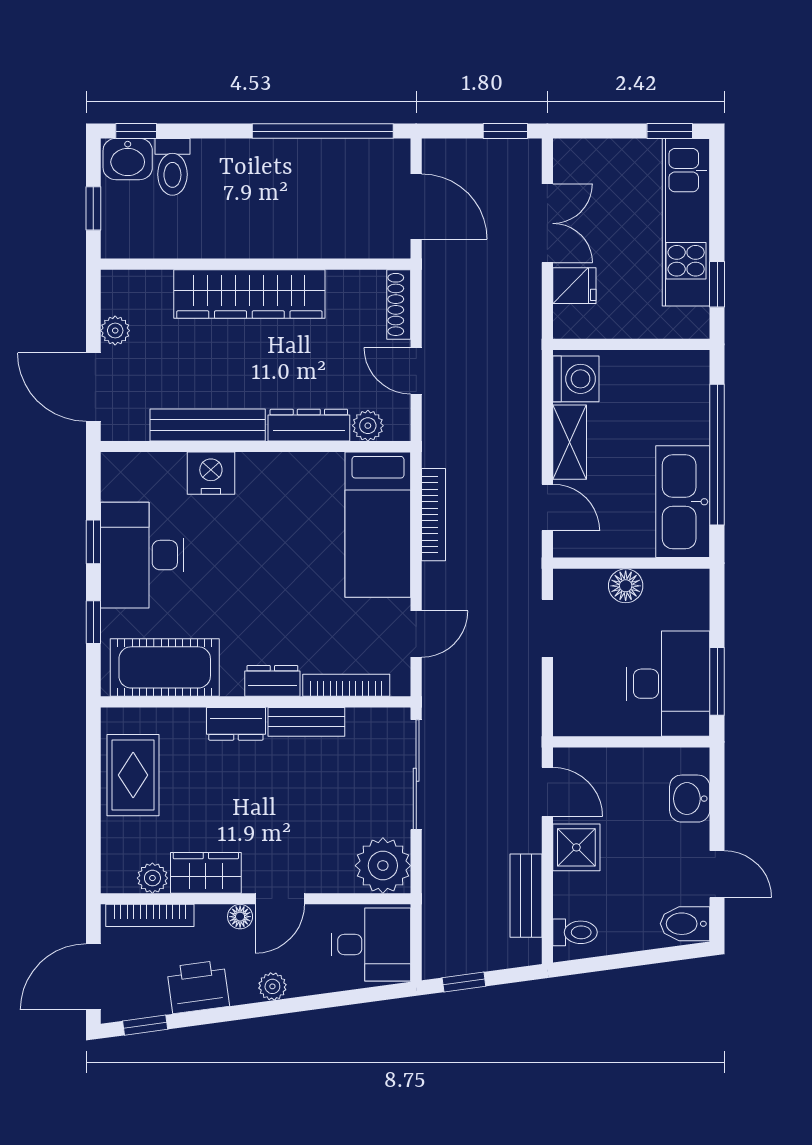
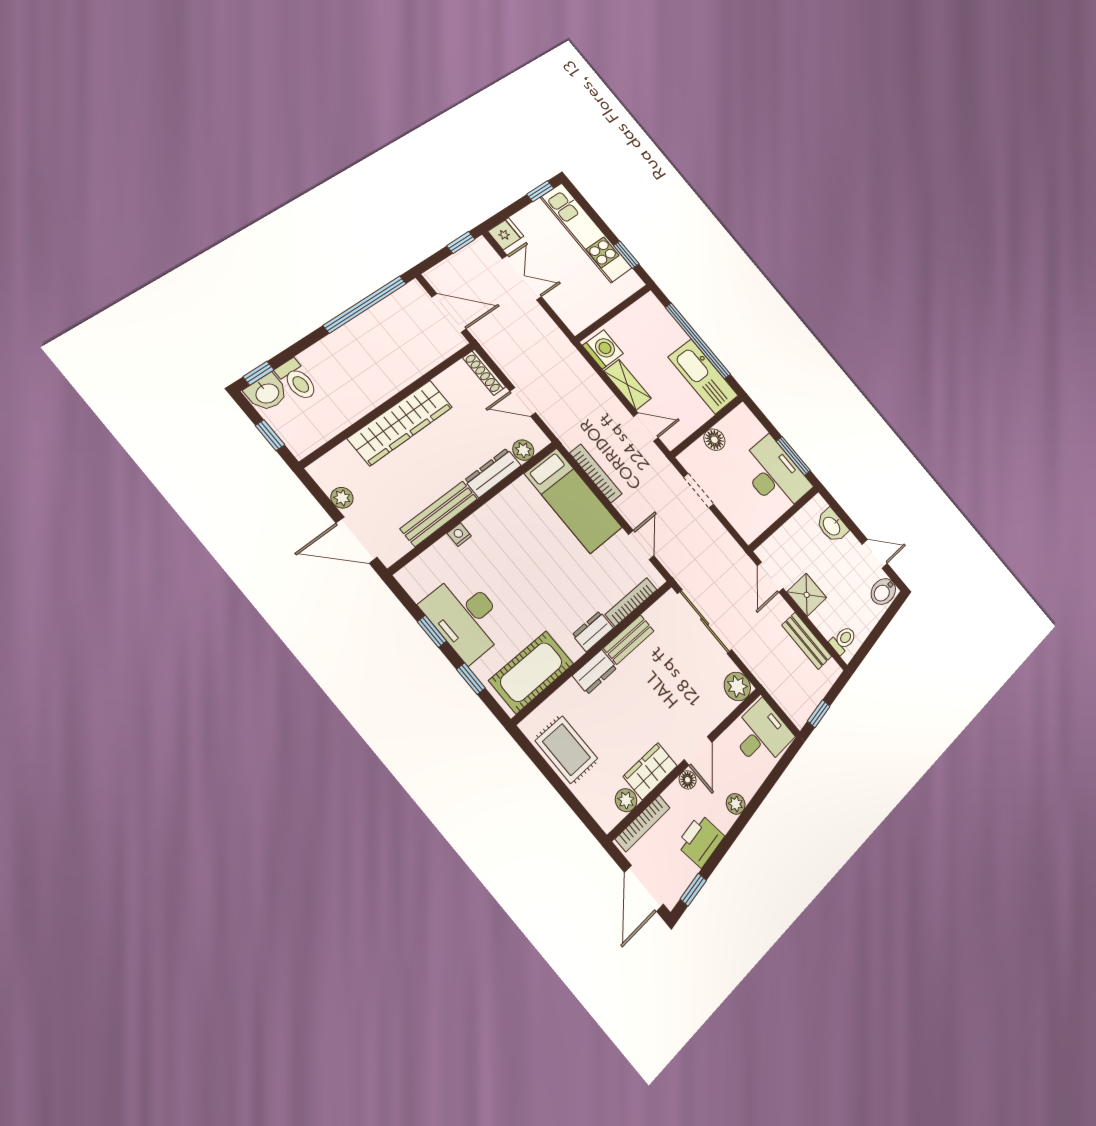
fridge: (574, 286) -> (506, 234), moved
nightstand: (211, 473) -> (459, 535), width x0.53, depth x0.56
door: (547, 792) -> (770, 577), swing flipped
plant: (383, 866) -> (737, 686), width x0.73, depth x0.73

